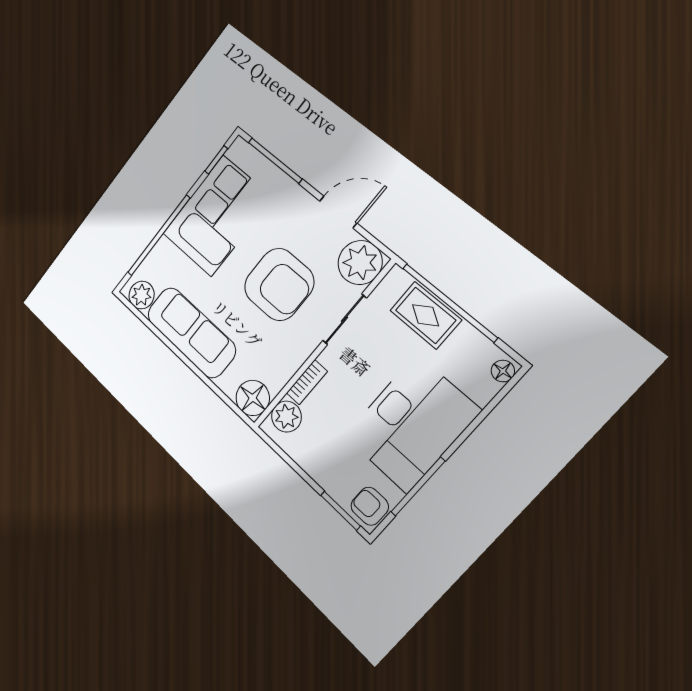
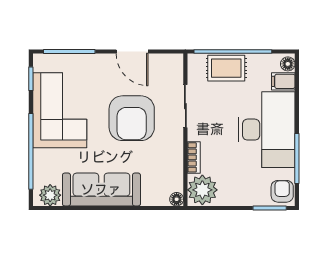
door: (338, 212) -> (132, 52), swing flipped
plant: (360, 263) -> (168, 69), removed
armchair: (279, 284) -> (132, 118), turned 90
filing cabinet: (479, 386) -> (283, 81), added
floor lamp: (253, 398) -> (177, 199), width x0.53, depth x0.53
plant: (286, 417) -> (202, 190), width x1.36, depth x1.36
armchair: (370, 506) -> (282, 191), turned 90

